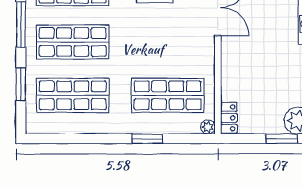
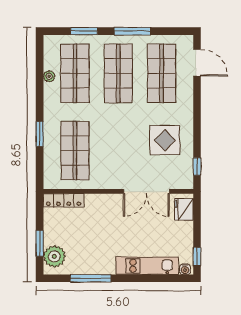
locker: (229, 118) -> (64, 200), width x1.53
plant: (208, 127) -> (49, 76), moved

